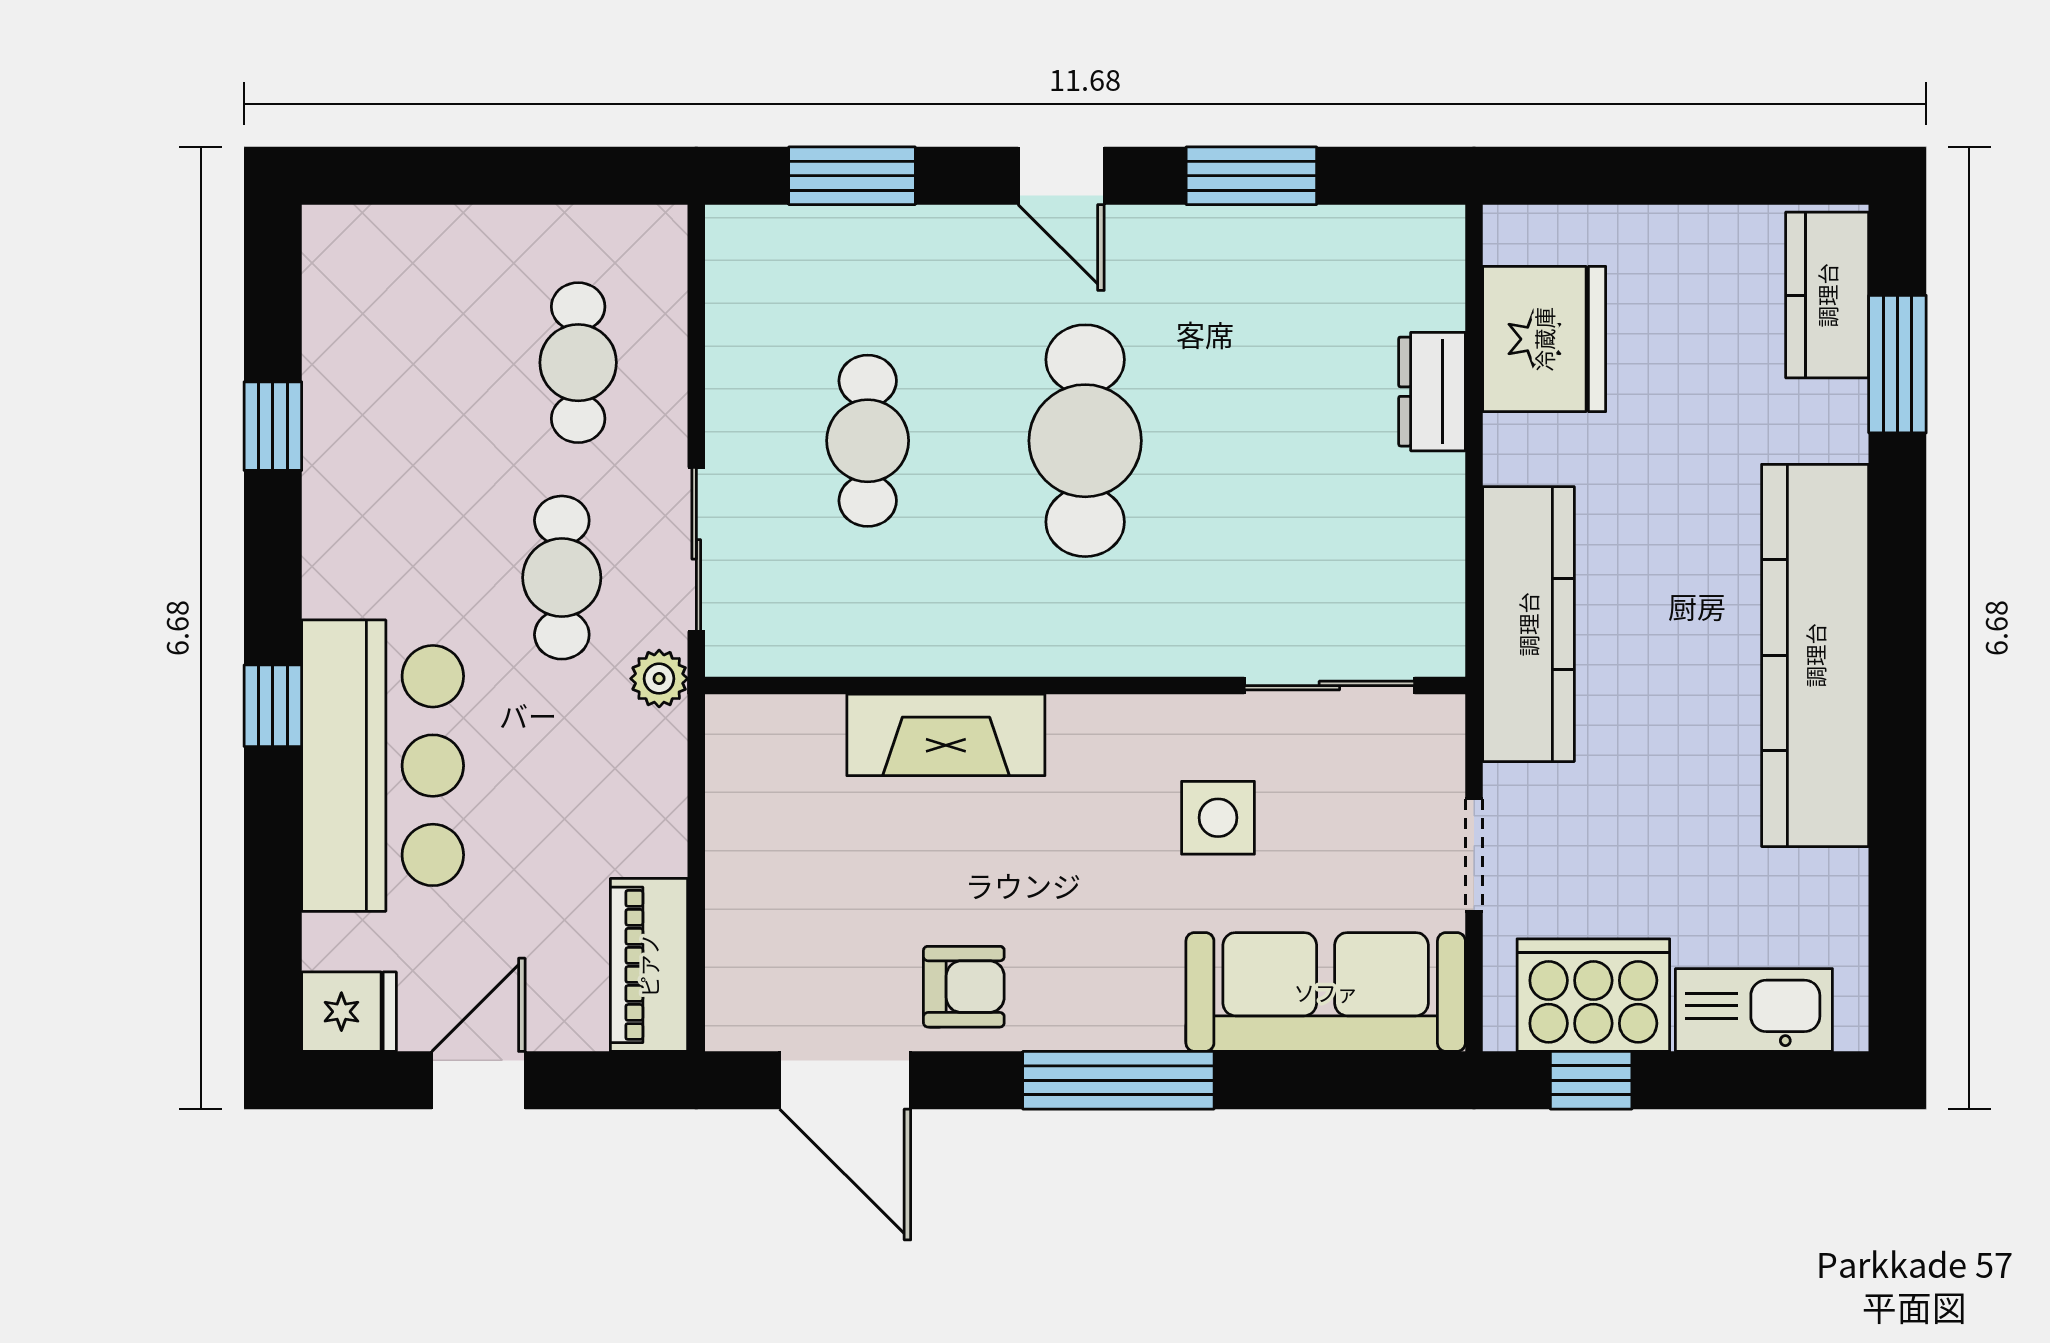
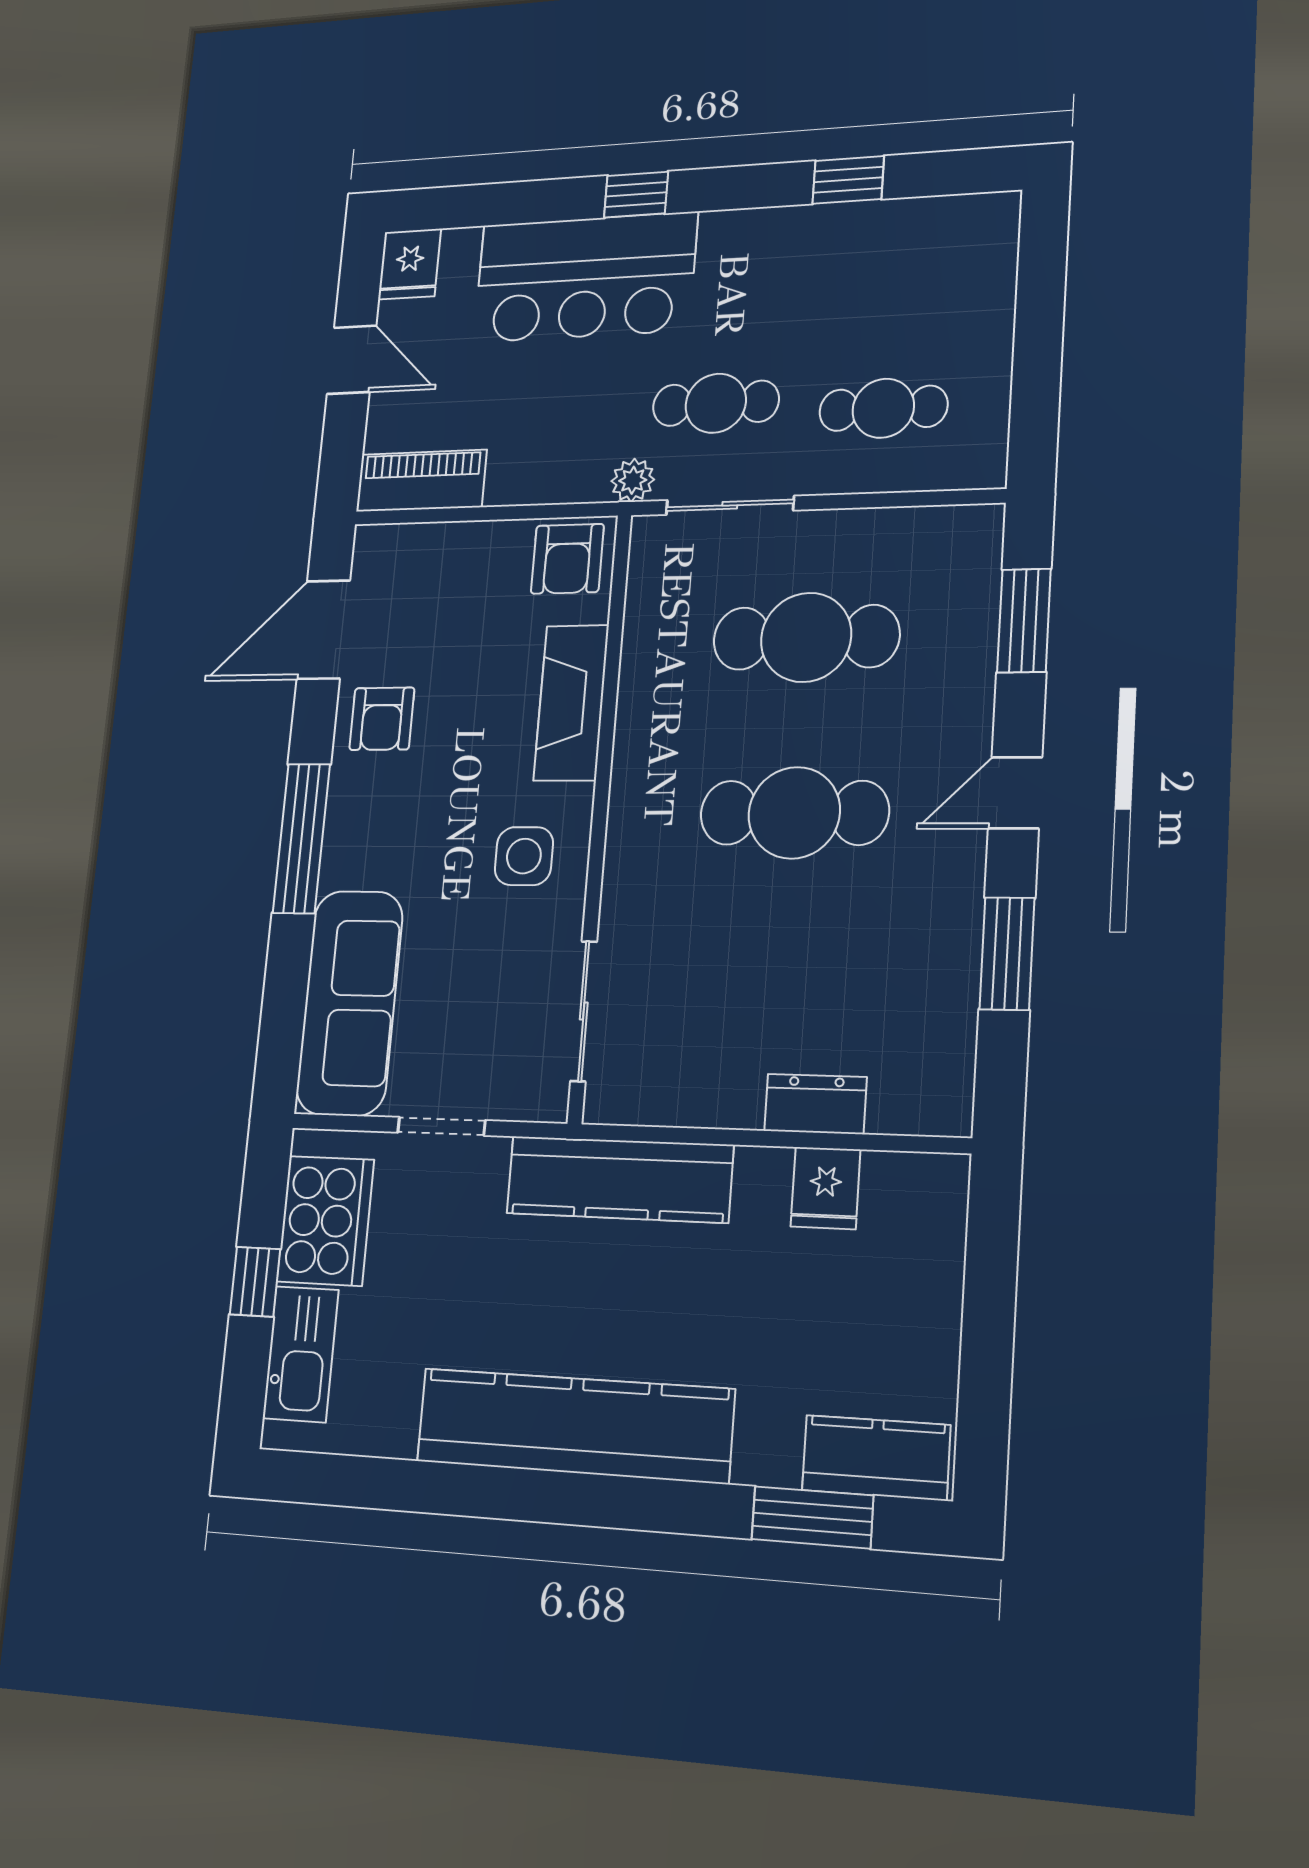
fridge: (1544, 339) -> (825, 1188), width x0.53, depth x0.75
cafe table: (868, 441) -> (806, 637), width x1.37, depth x1.35
armchair: (760, 757) -> (567, 559), added
side table: (1218, 818) -> (524, 856), moved
window: (1591, 1080) -> (255, 1282), moved

